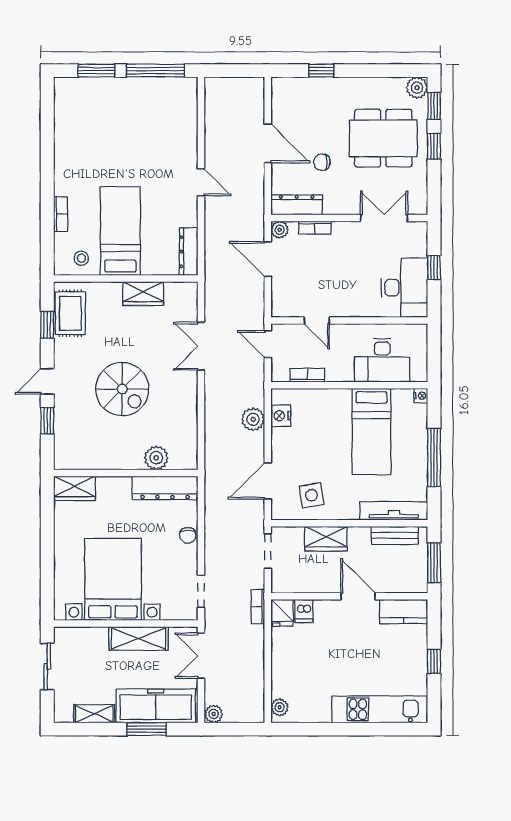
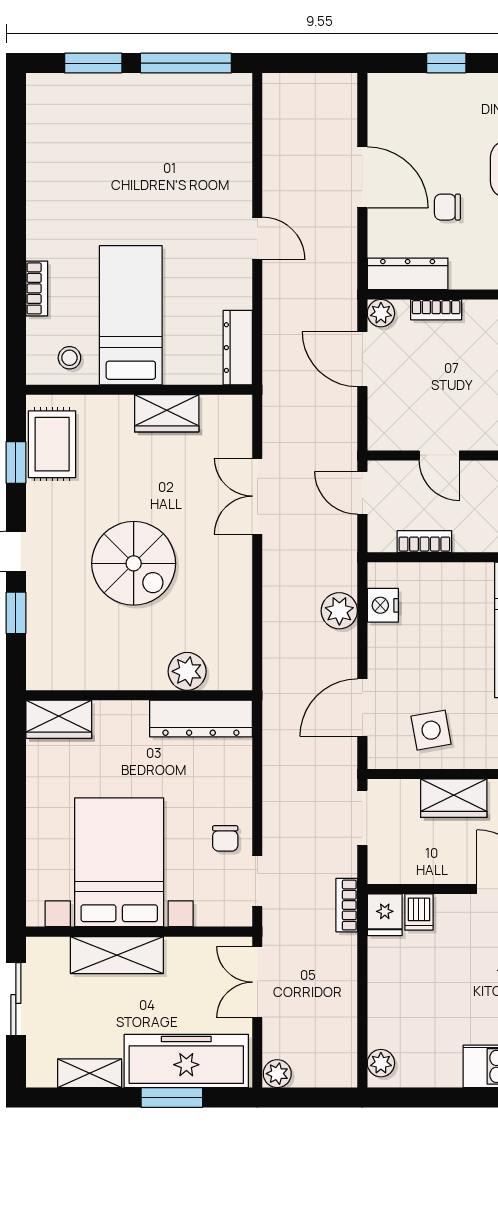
chair: (188, 535) -> (225, 838), moved
shelving: (139, 638) -> (117, 955), moved

